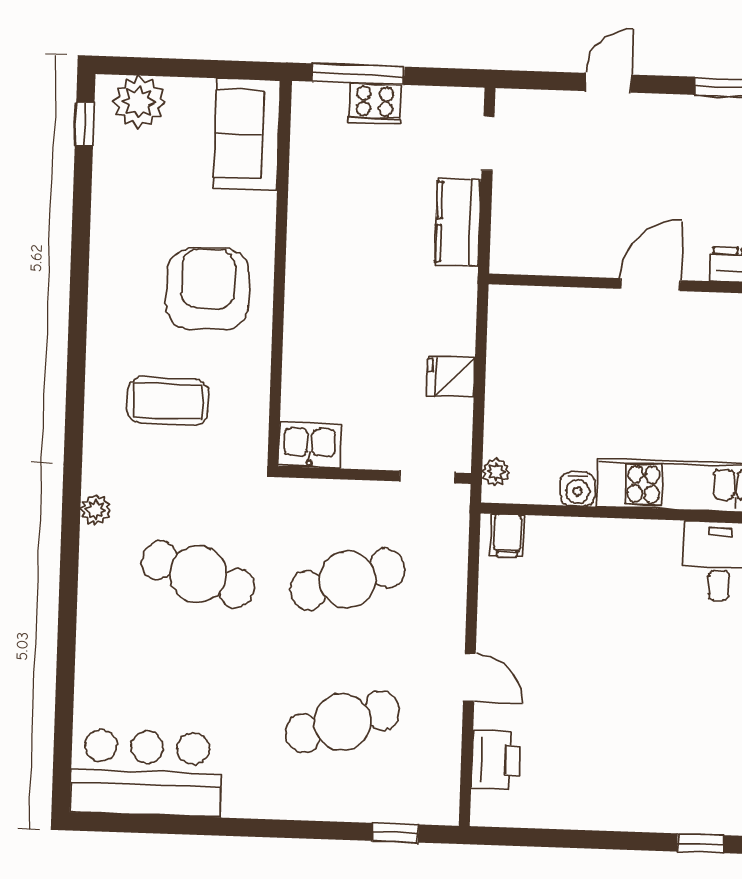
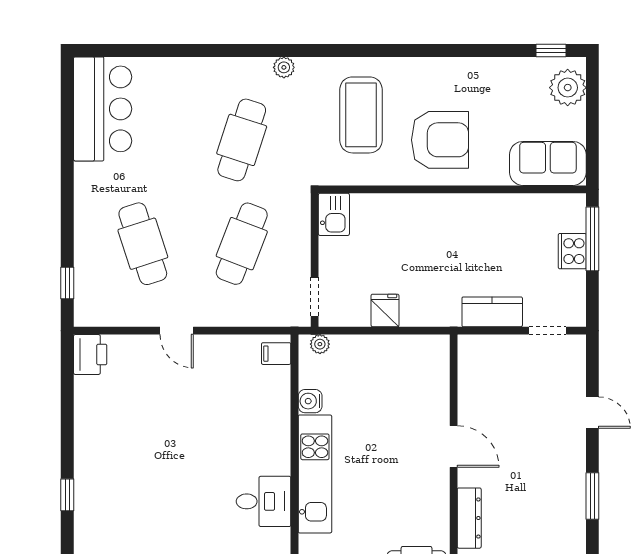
coffee table: (168, 401) -> (361, 115), width x1.36, depth x1.32
cafe table: (347, 579) -> (242, 244), turned 39
door: (469, 678) -> (177, 331), hinge flipped
printer: (496, 760) -> (90, 354), moved, turned -90

